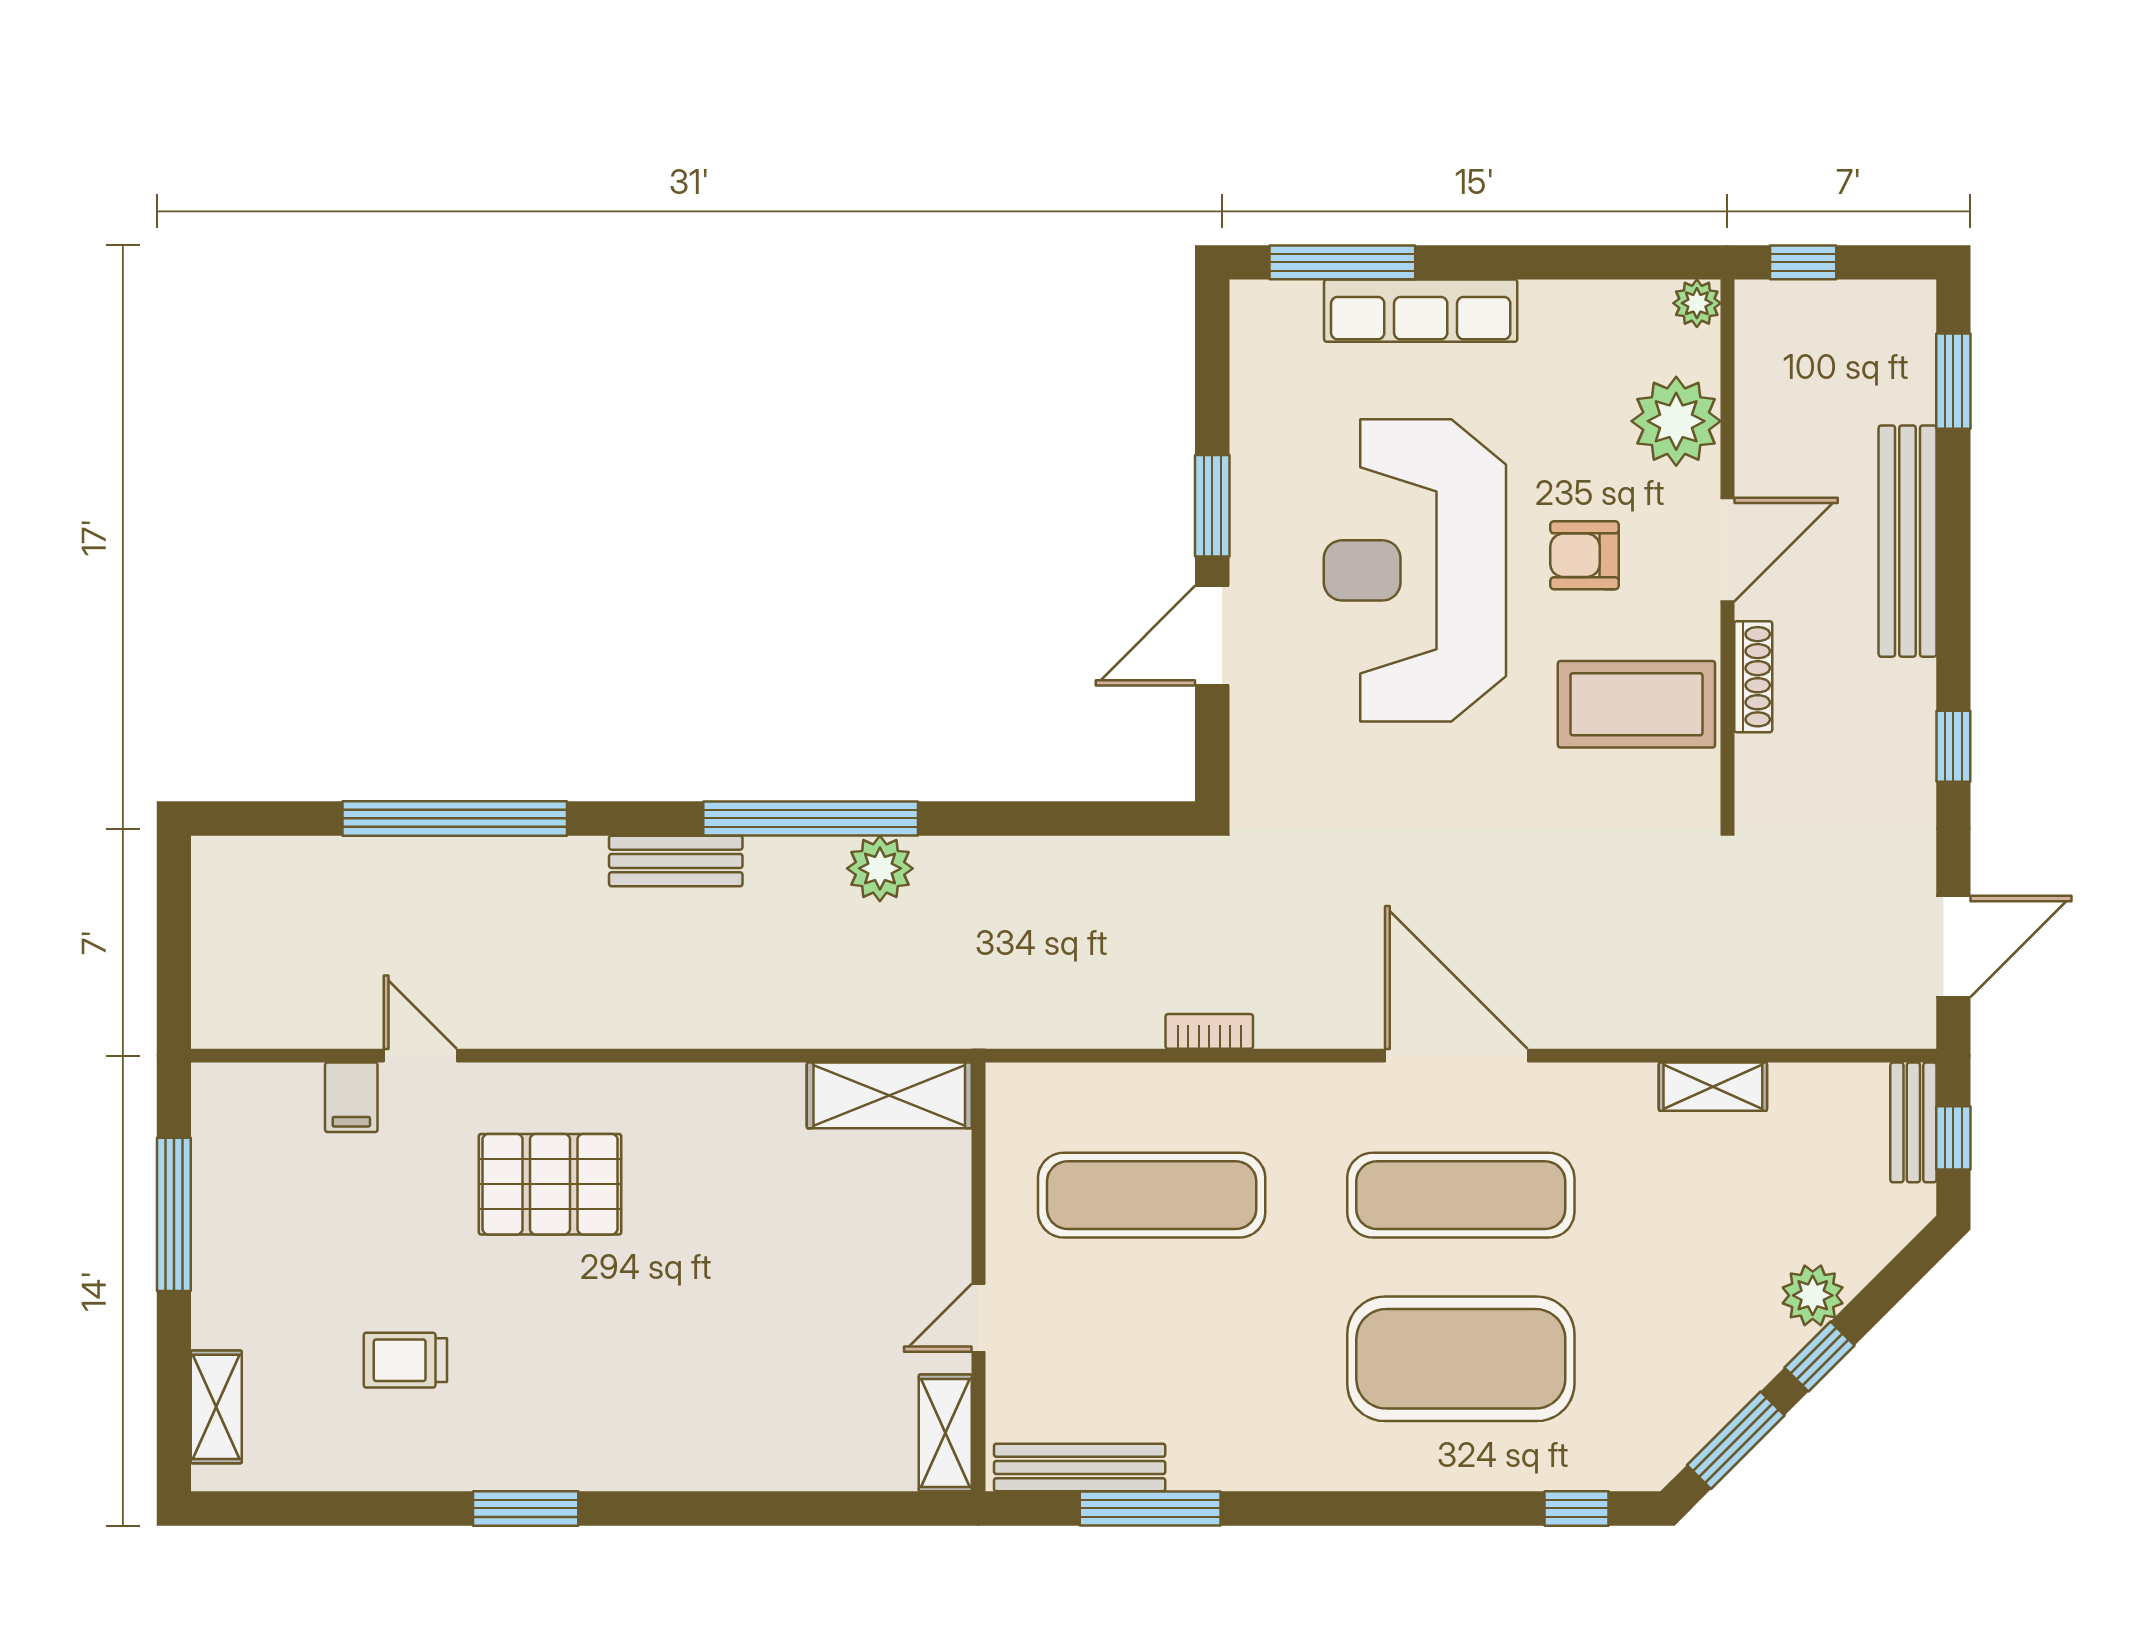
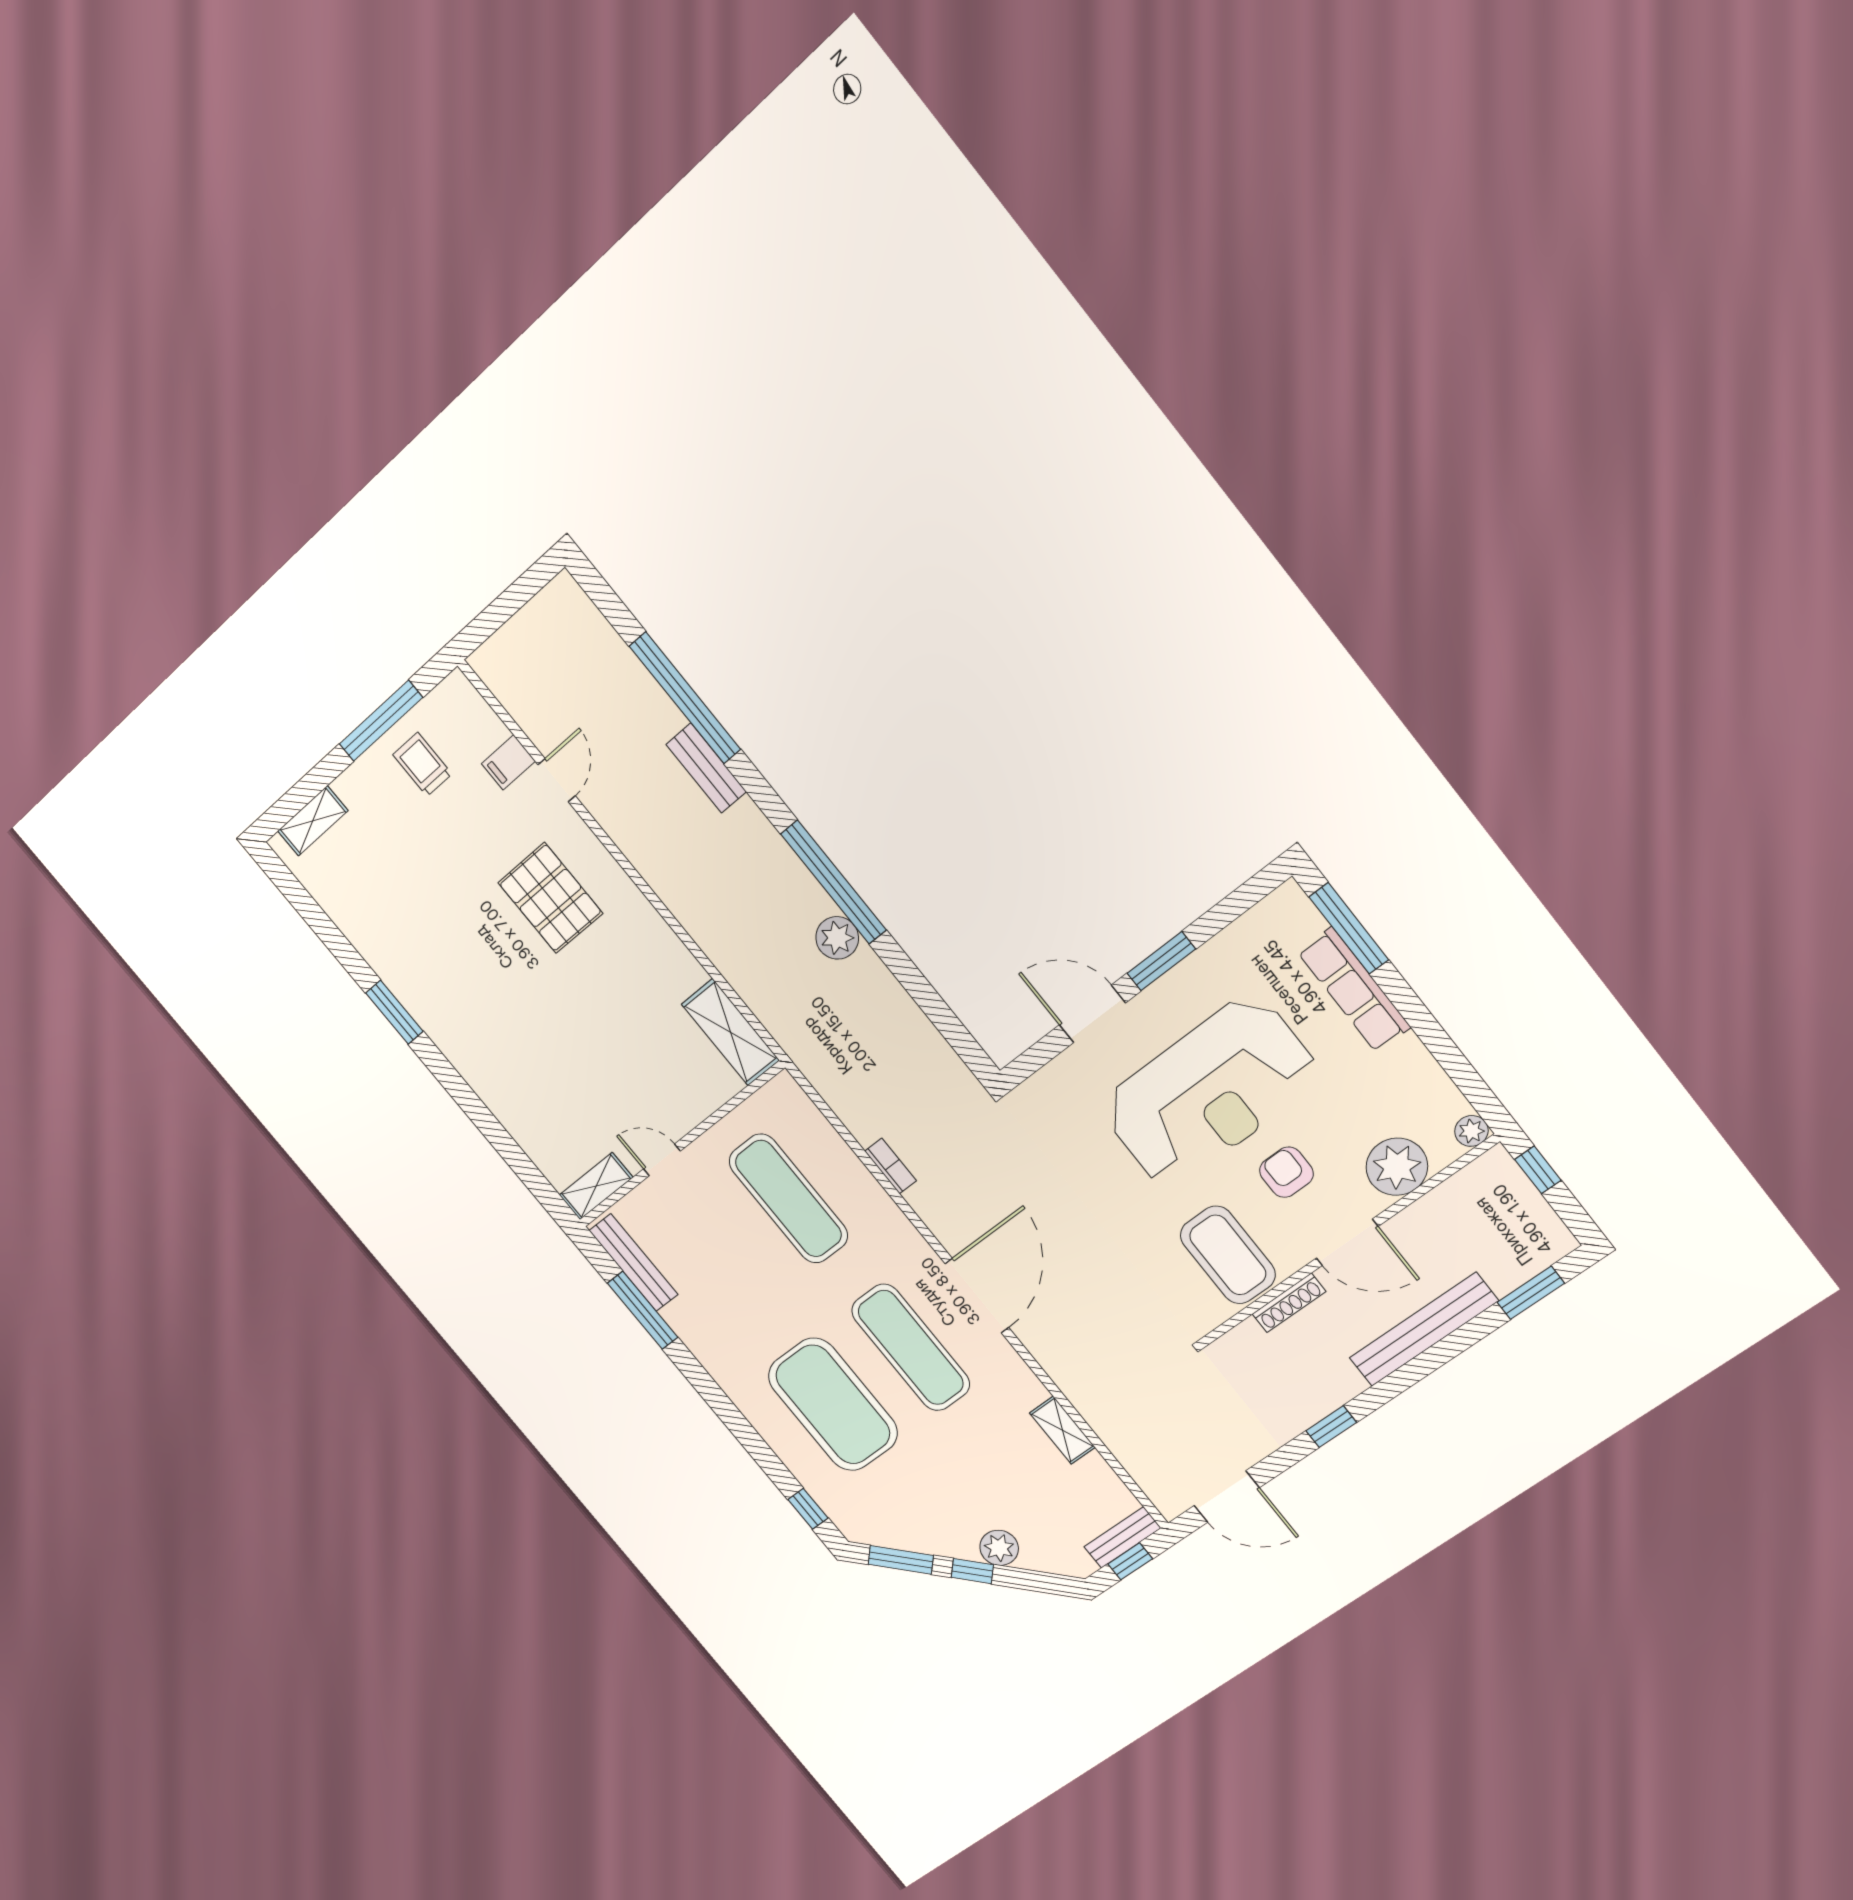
reception desk: (1415, 570) -> (1210, 1092), turned 180
bench: (676, 861) -> (706, 768), moved
trolley: (405, 1360) -> (422, 764), moved

